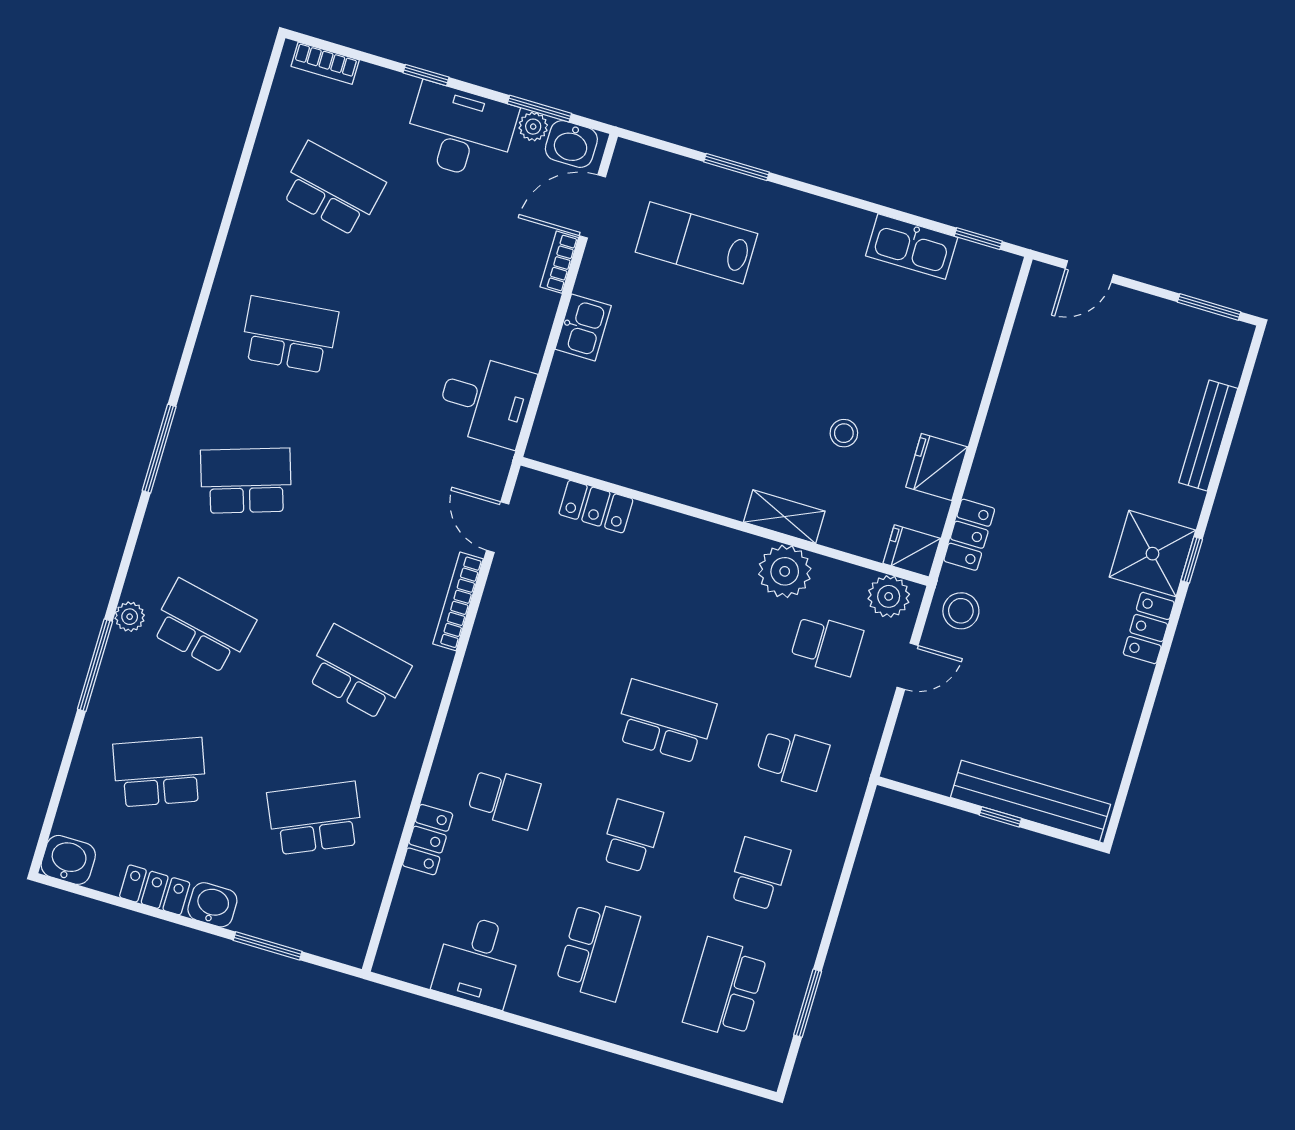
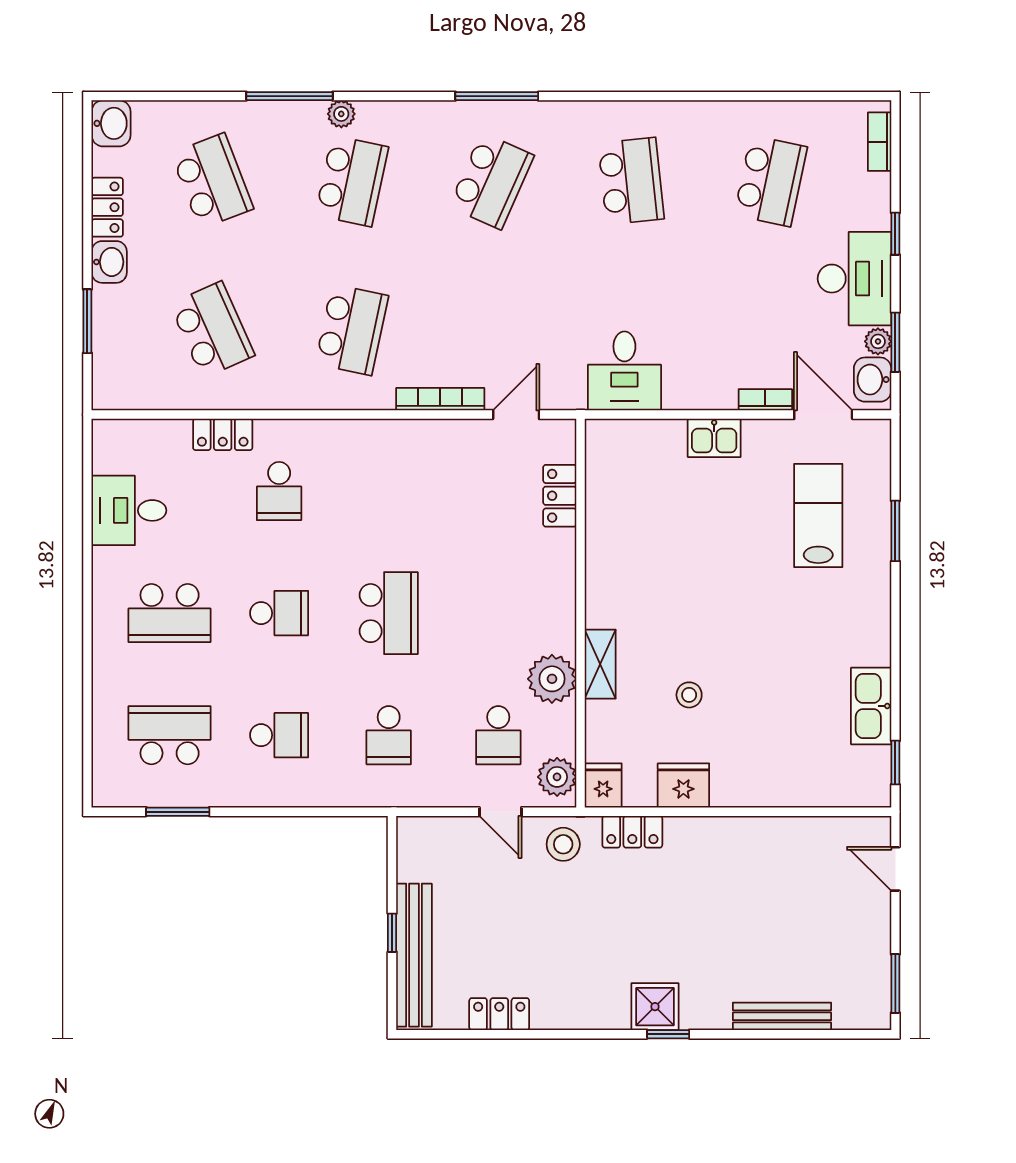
school desk: (246, 481) -> (491, 181), turned 42
shower: (1153, 554) -> (655, 1007), width x0.73, depth x0.73
locker: (1149, 628) -> (499, 1014), moved

